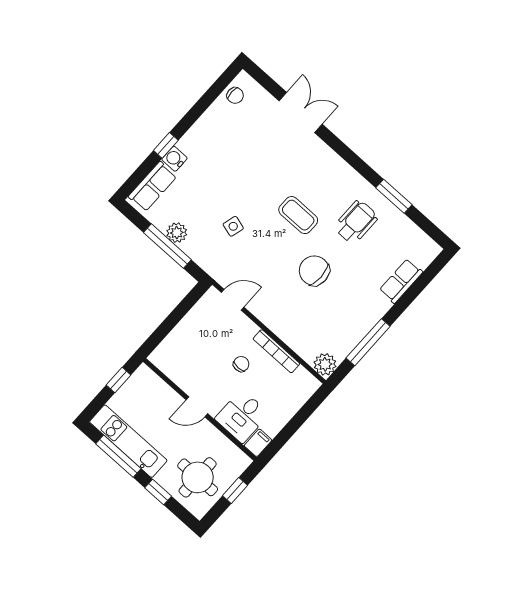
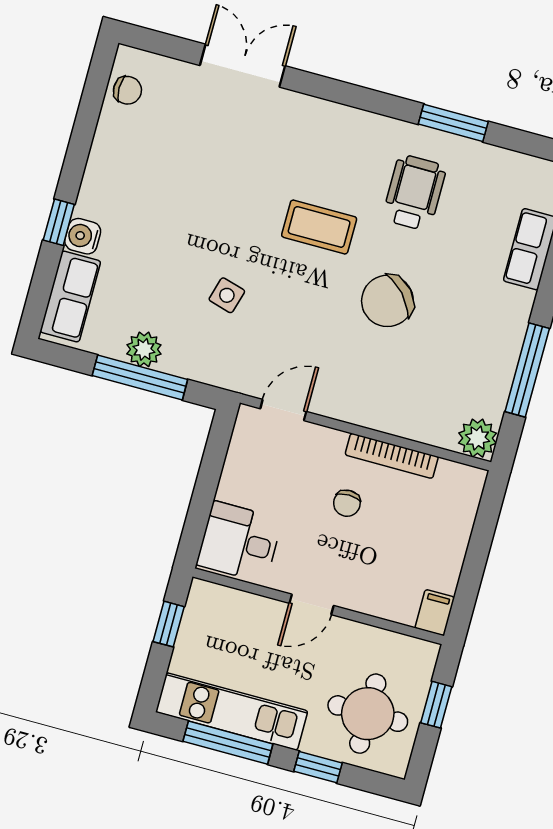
chair: (314, 271) -> (387, 301), turned -42
chair: (241, 364) -> (347, 503), turned 180
desk: (242, 416) -> (239, 542), moved, turned 90

